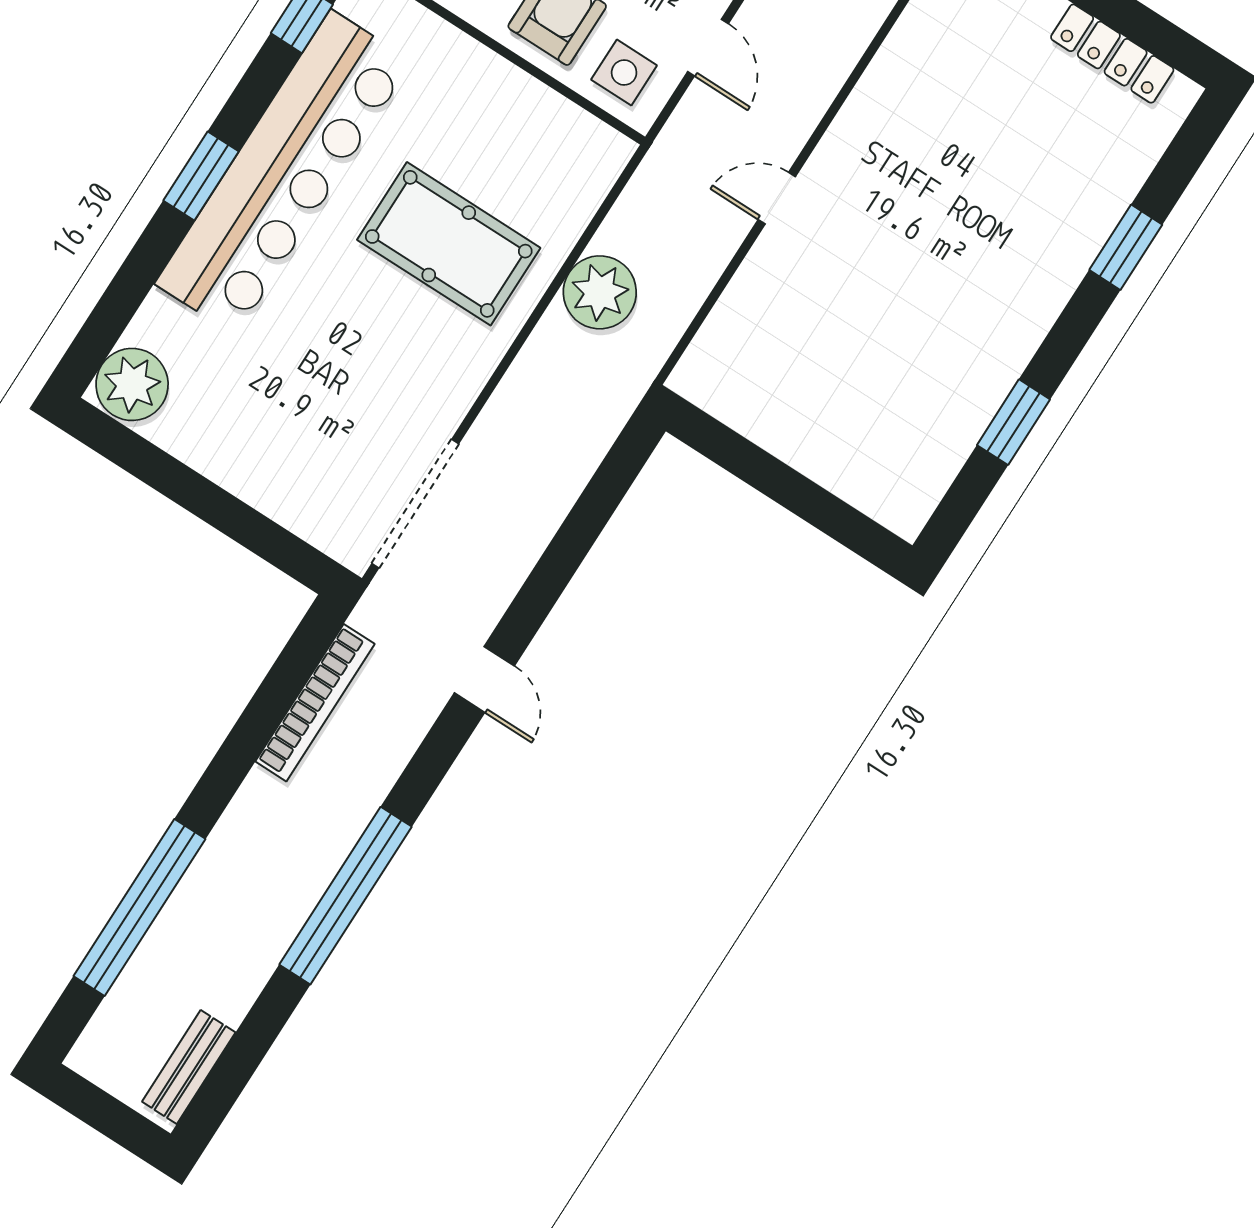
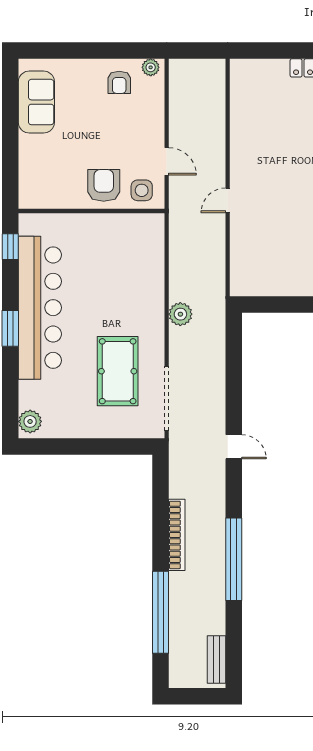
pool table: (449, 244) -> (118, 371), moved, turned 90
plant: (600, 292) -> (180, 314), moved, width x0.73, depth x0.73
plant: (132, 384) -> (30, 421), width x0.73, depth x0.73
bookcase: (315, 703) -> (177, 535), moved

